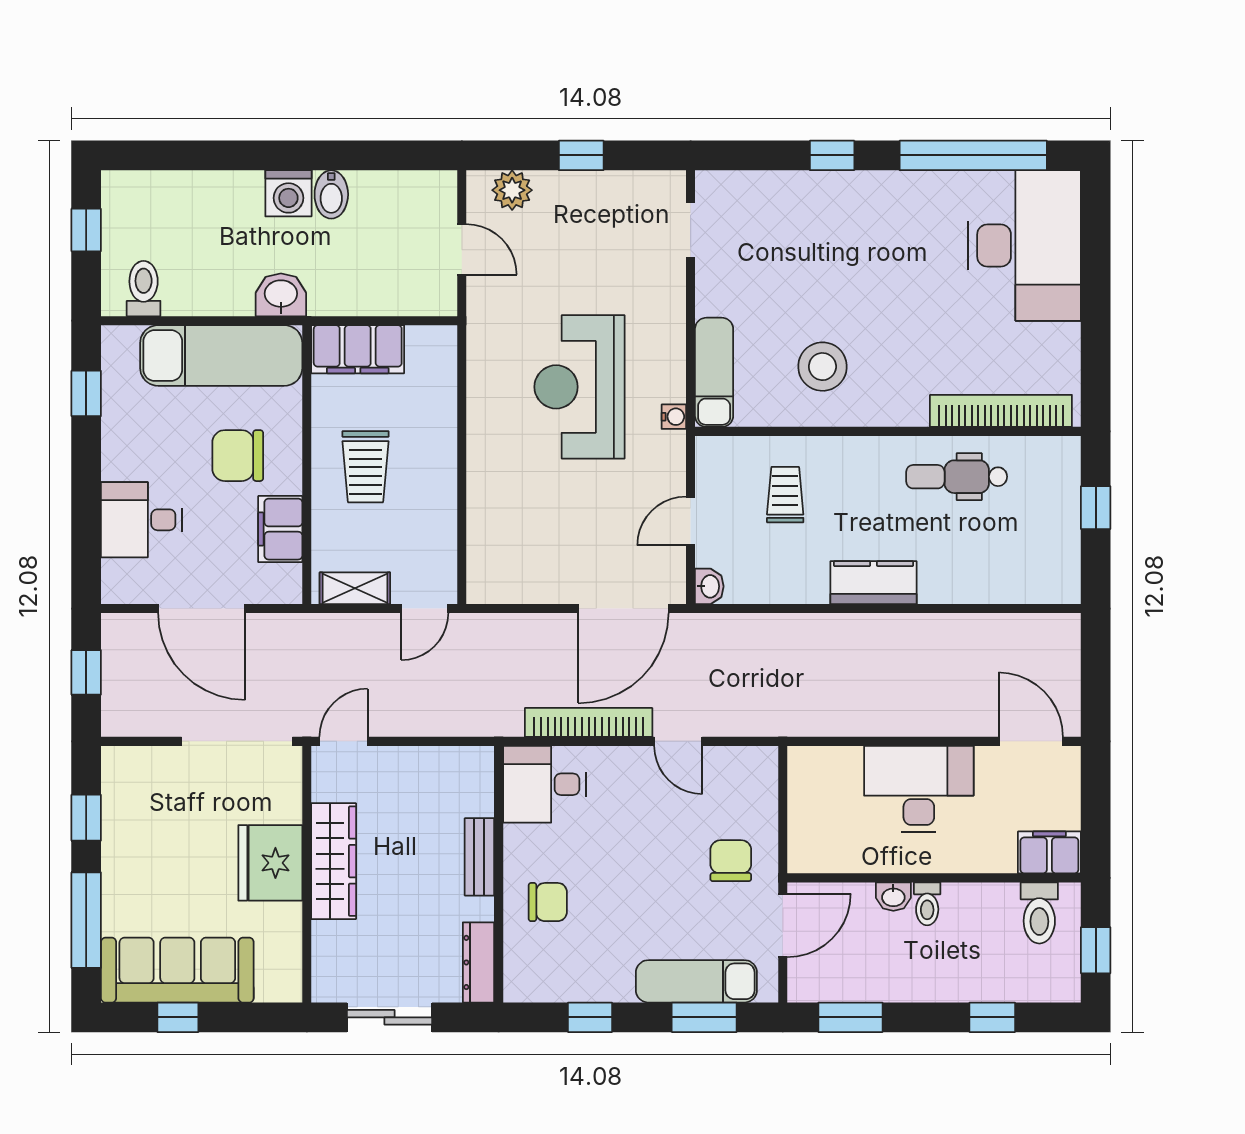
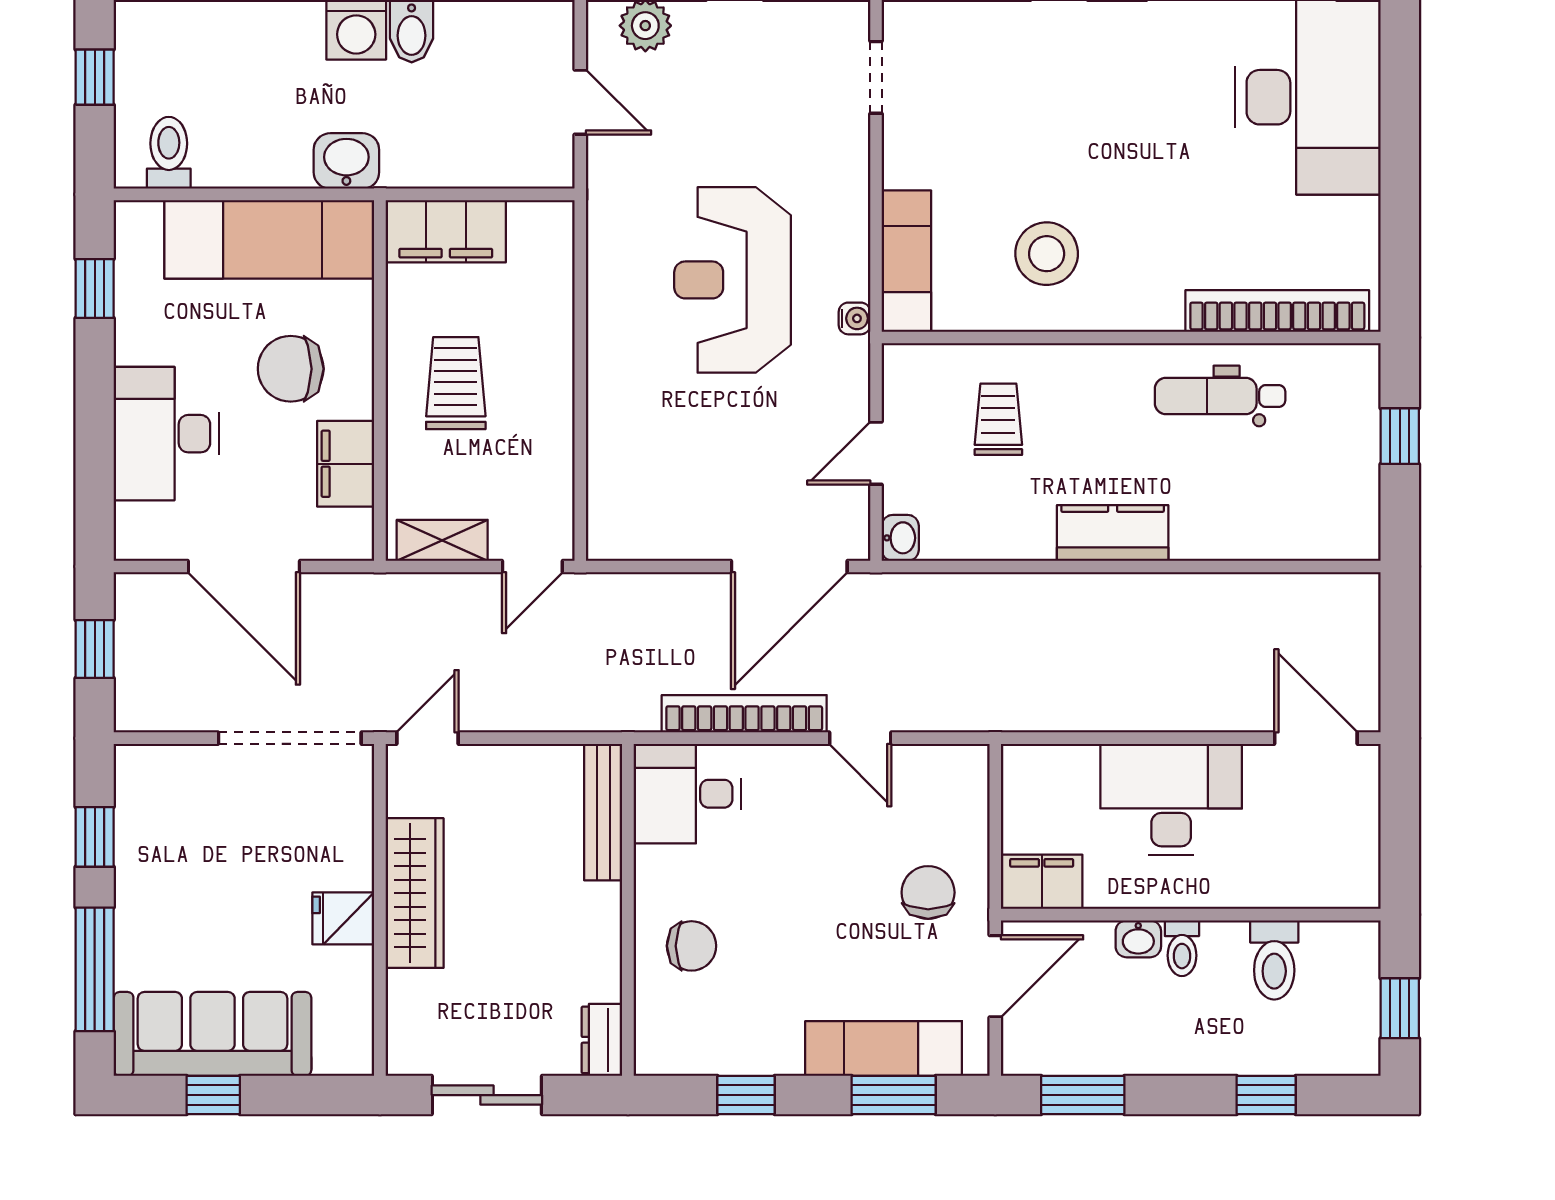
trolley: (365, 467) -> (456, 383), turned 180
desk: (141, 520) -> (166, 434), width x1.37
filing cabinet: (1049, 852) -> (1042, 882), moved
bench: (479, 857) -> (603, 812), moved, width x1.36
fridge: (270, 863) -> (343, 918), width x0.53, depth x0.75
toilet: (1039, 913) -> (1274, 960), moved
dresser: (479, 962) -> (602, 1040), width x0.70

